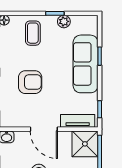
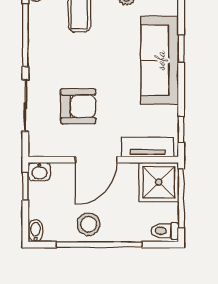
armchair: (30, 82) -> (78, 106), moved
door: (44, 129) -> (96, 160), hinge flipped

